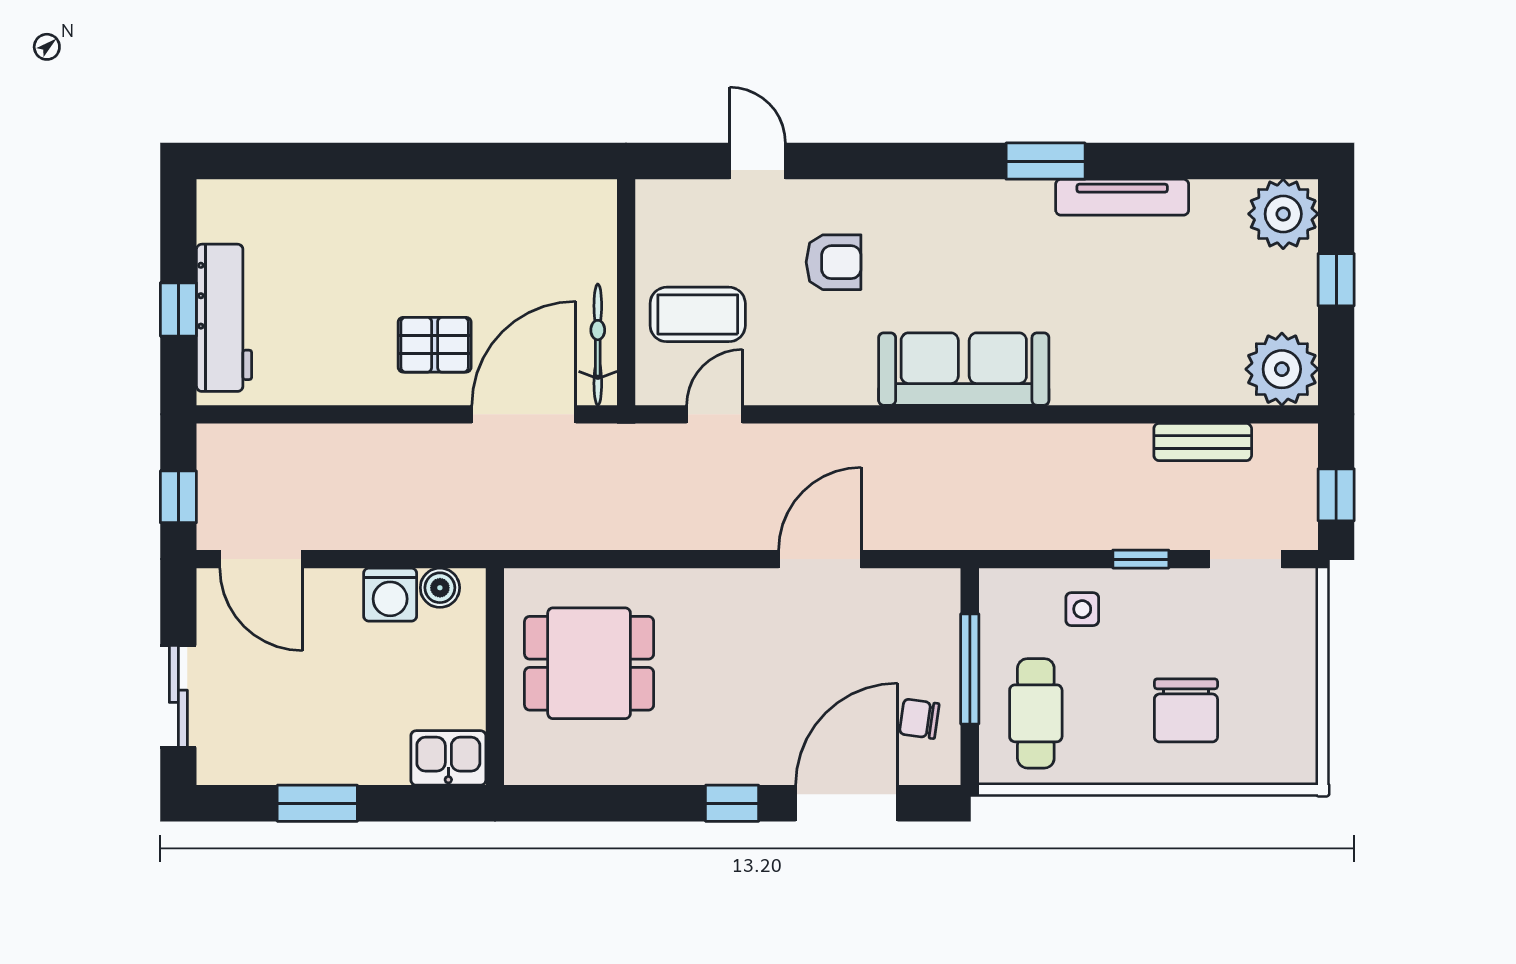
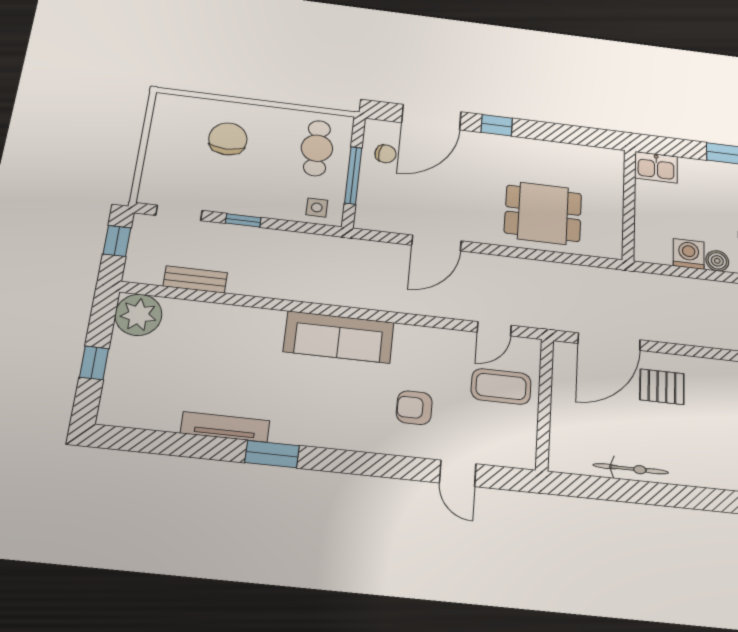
plant: (1283, 214) -> (122, 406), removed
bicycle: (598, 345) -> (631, 469), moved, turned -90
boiler: (440, 588) -> (717, 261), moved
side table: (1082, 609) -> (317, 207), moved
dining table: (589, 663) -> (543, 213), moved

